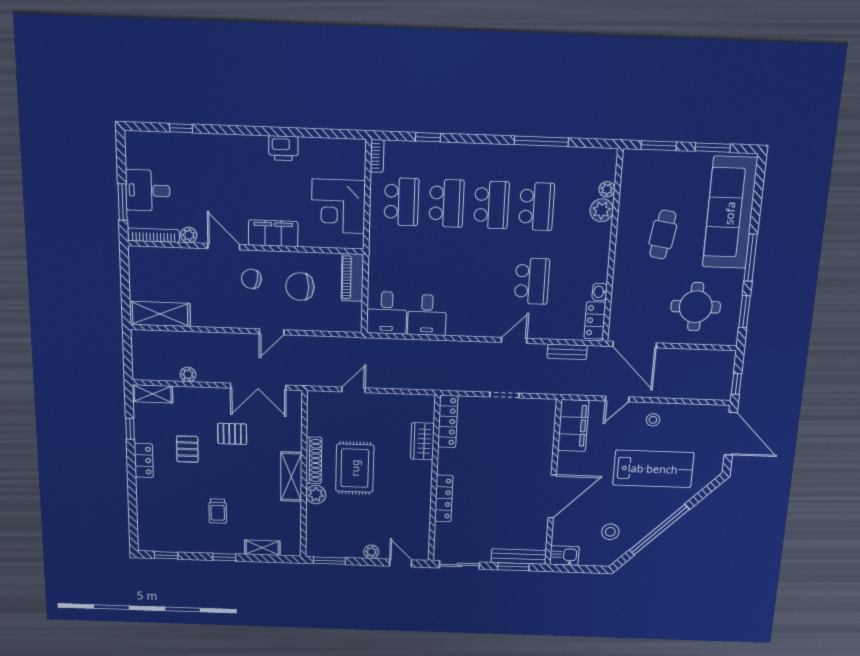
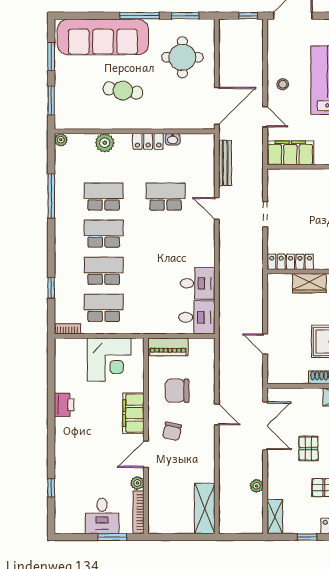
plant: (607, 189) -> (61, 140), moved
chair: (300, 287) -> (177, 391), turned 90
locker: (595, 320) -> (148, 141), moved
bench: (567, 352) -> (225, 163), width x1.36

